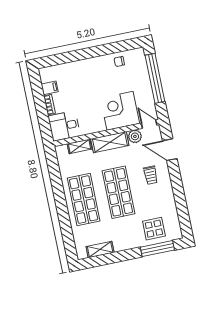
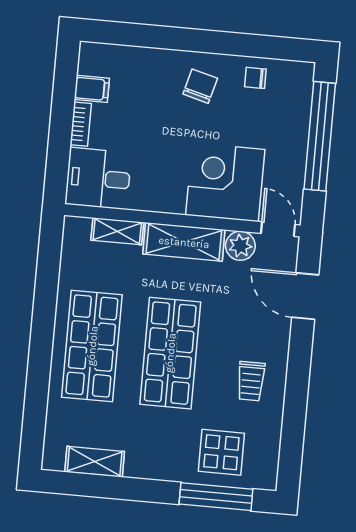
chair: (96, 72) -> (200, 86), added
trolley: (151, 175) -> (251, 381), moved

